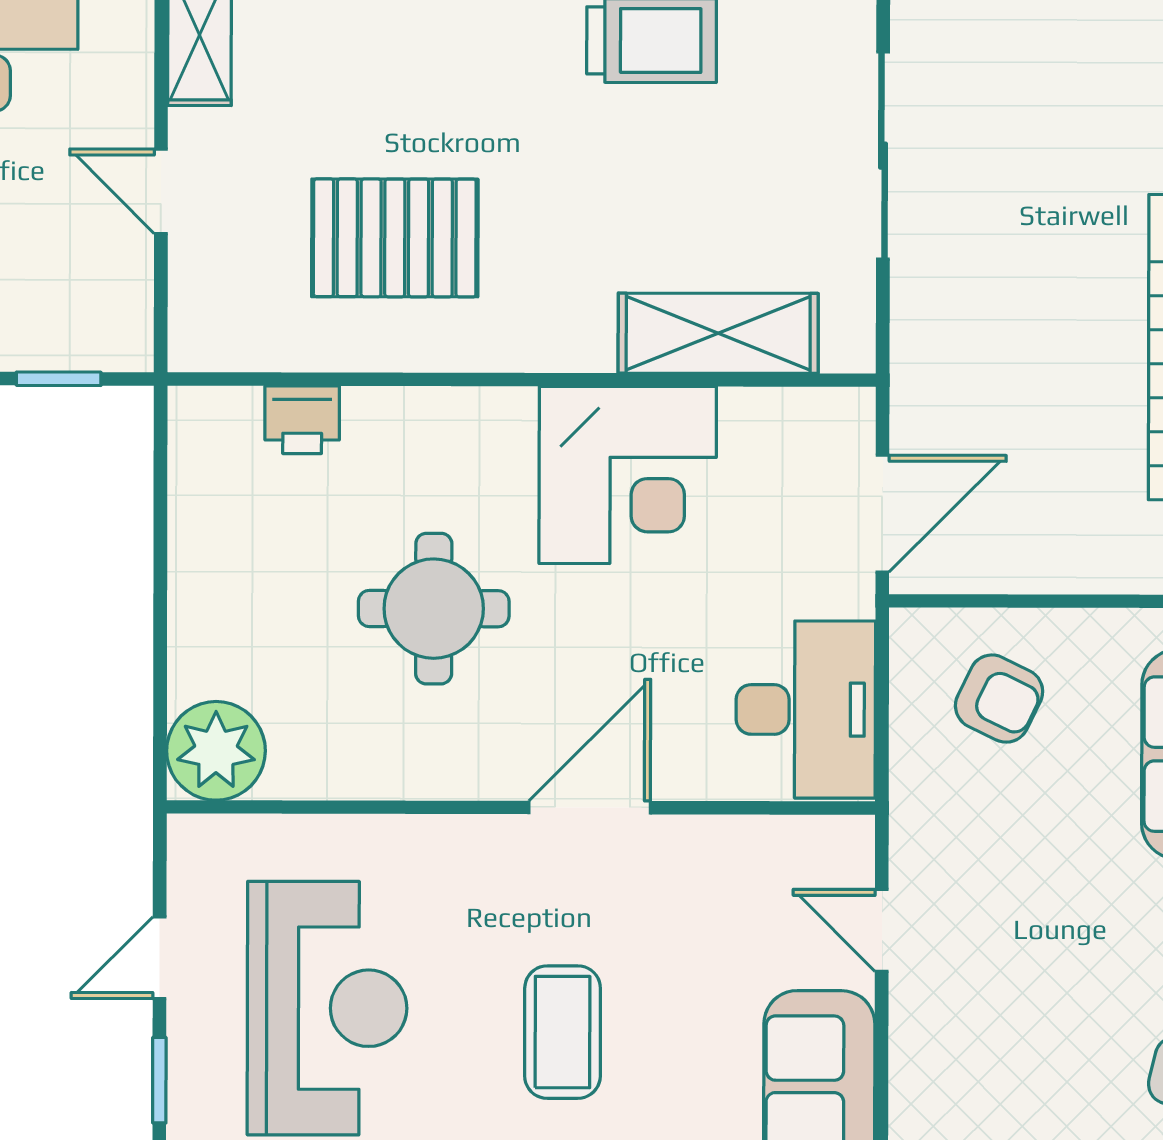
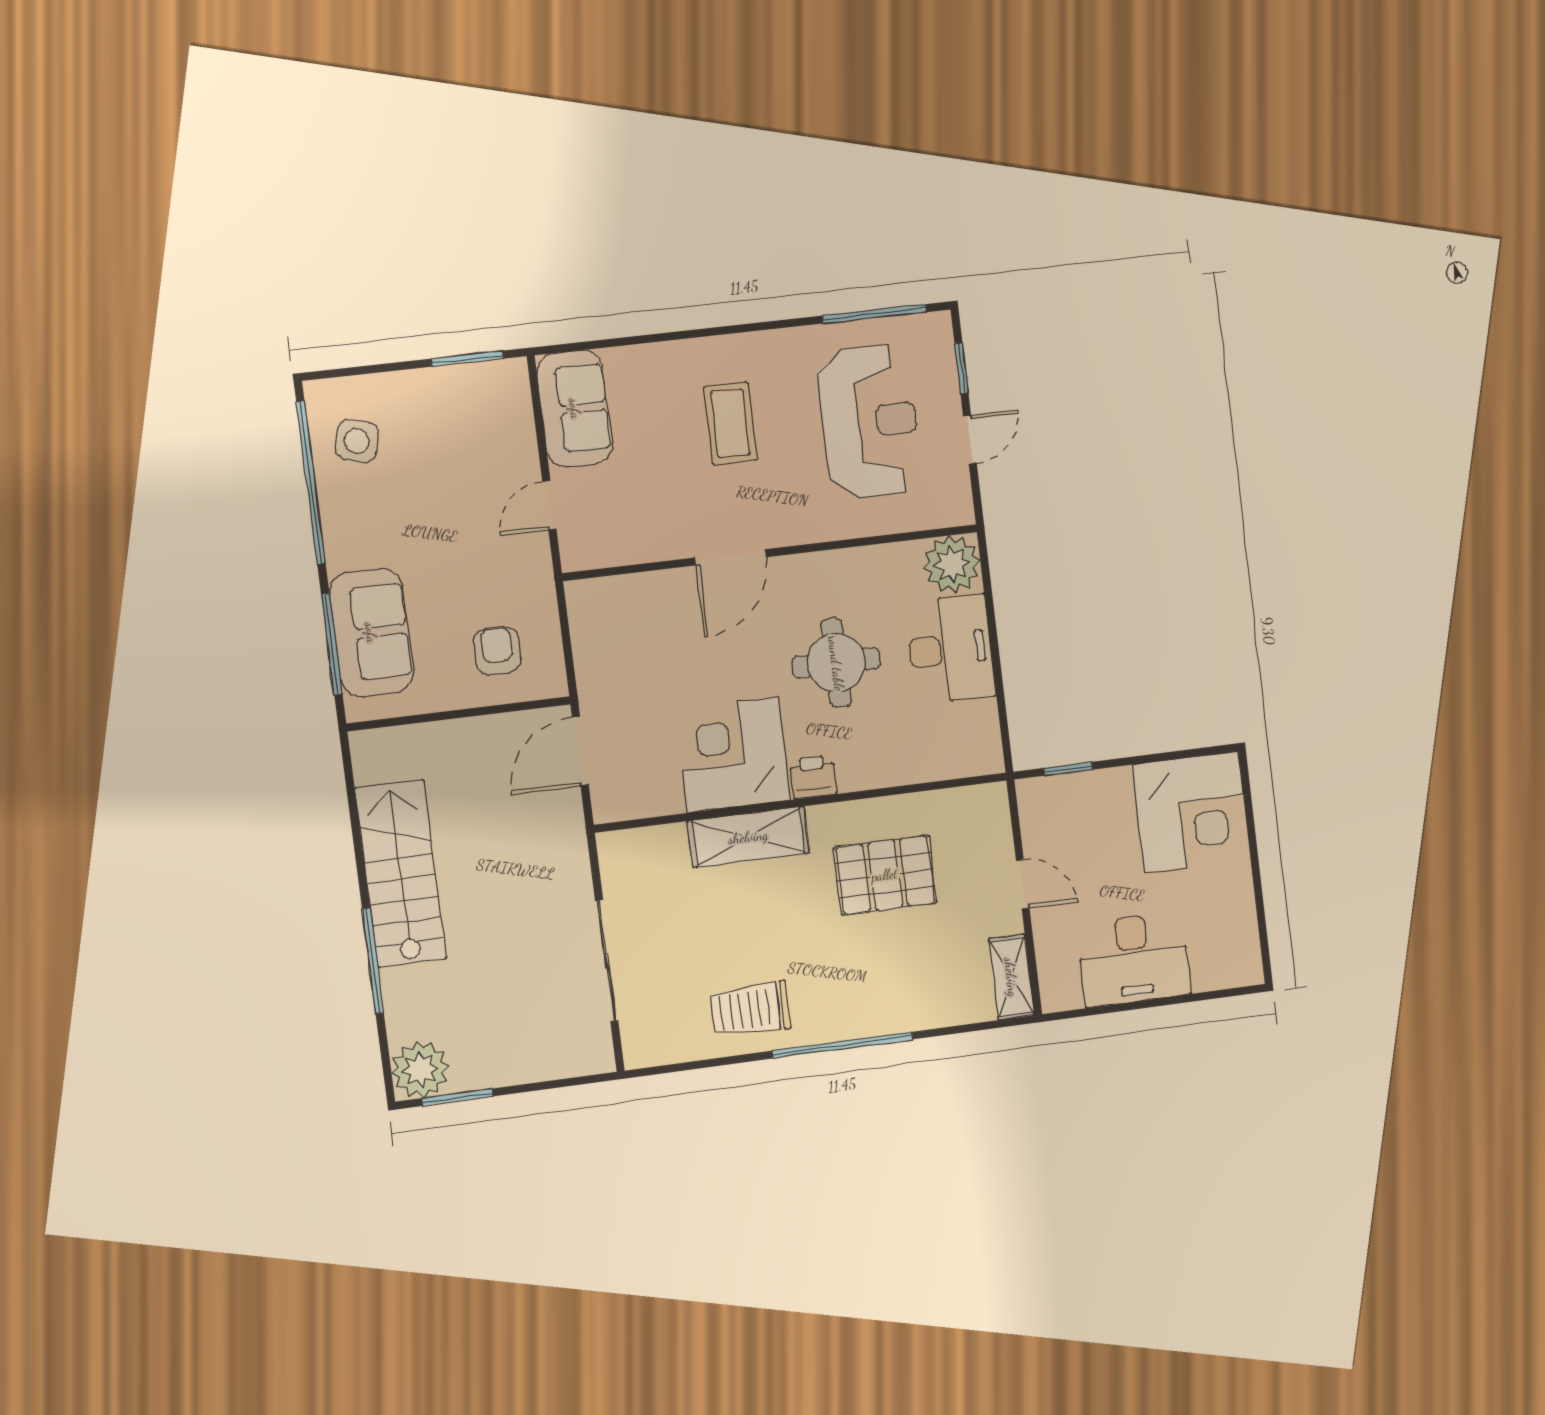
shelving: (718, 333) -> (748, 837), moved
printer: (302, 420) -> (813, 777), moved
armchair: (999, 699) -> (497, 651), turned 64
desk: (806, 710) -> (950, 649), moved, turned 180
door: (882, 930) -> (549, 505), swing flipped
reception desk: (327, 1008) -> (869, 422), turned 180

